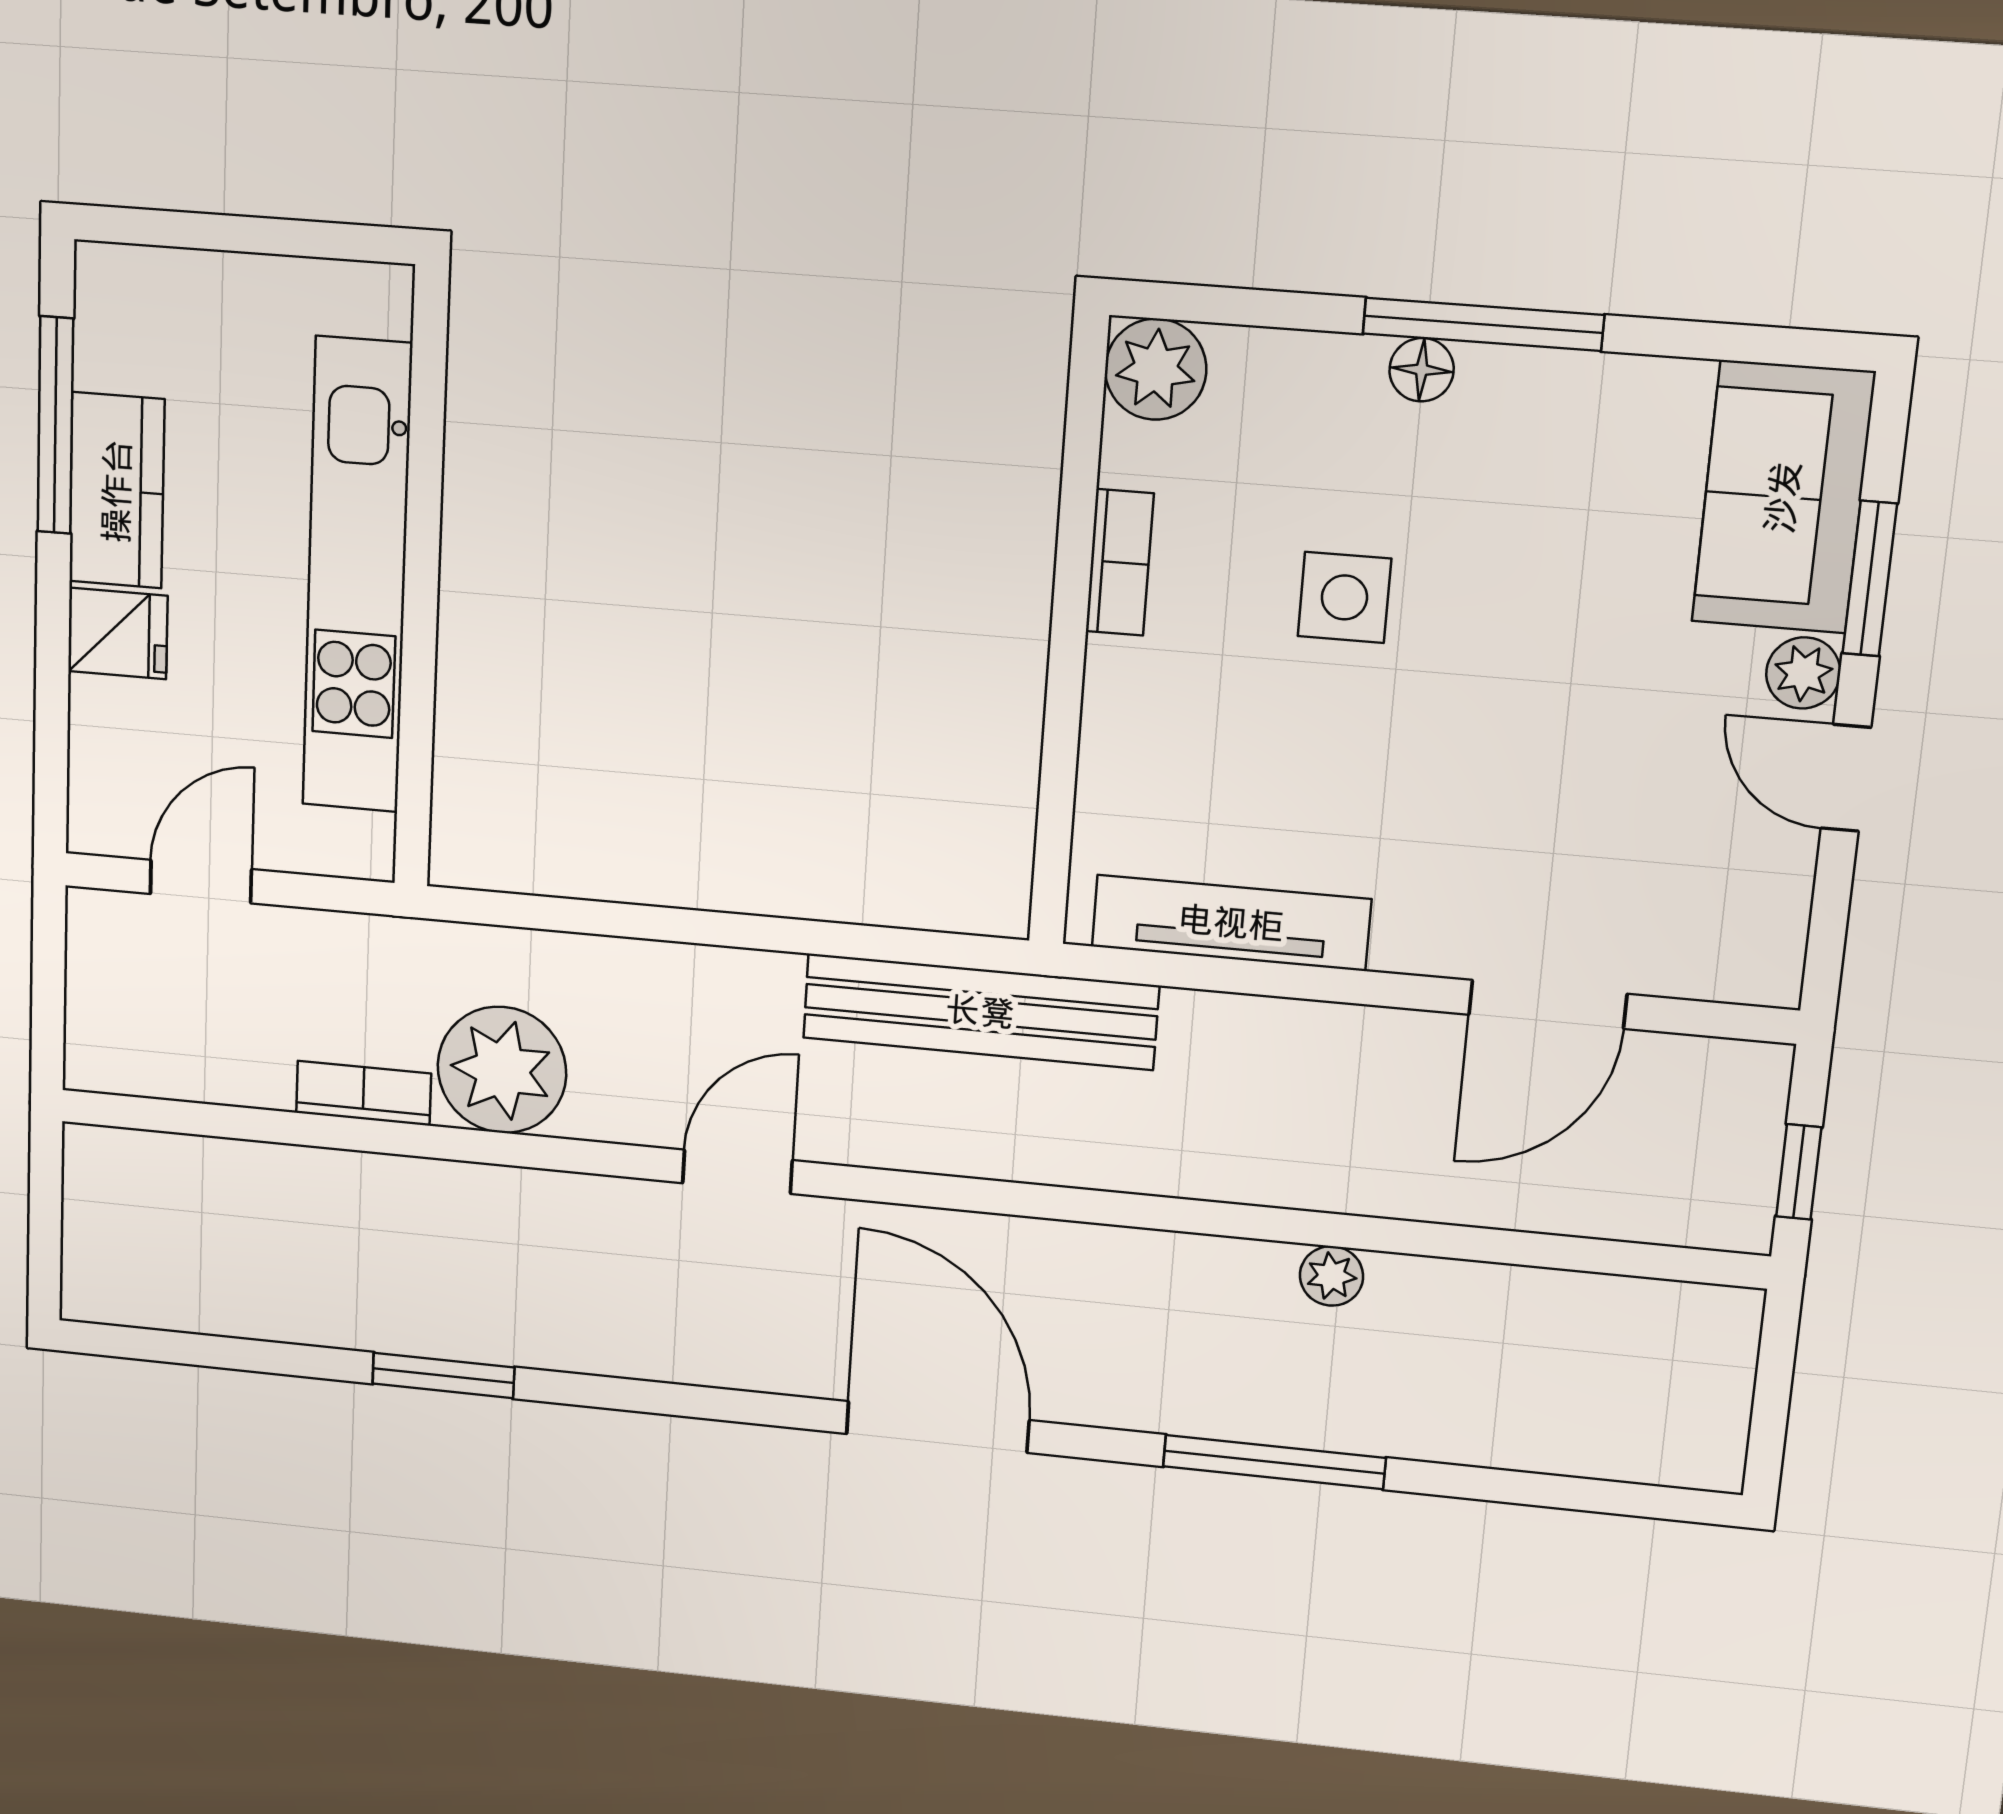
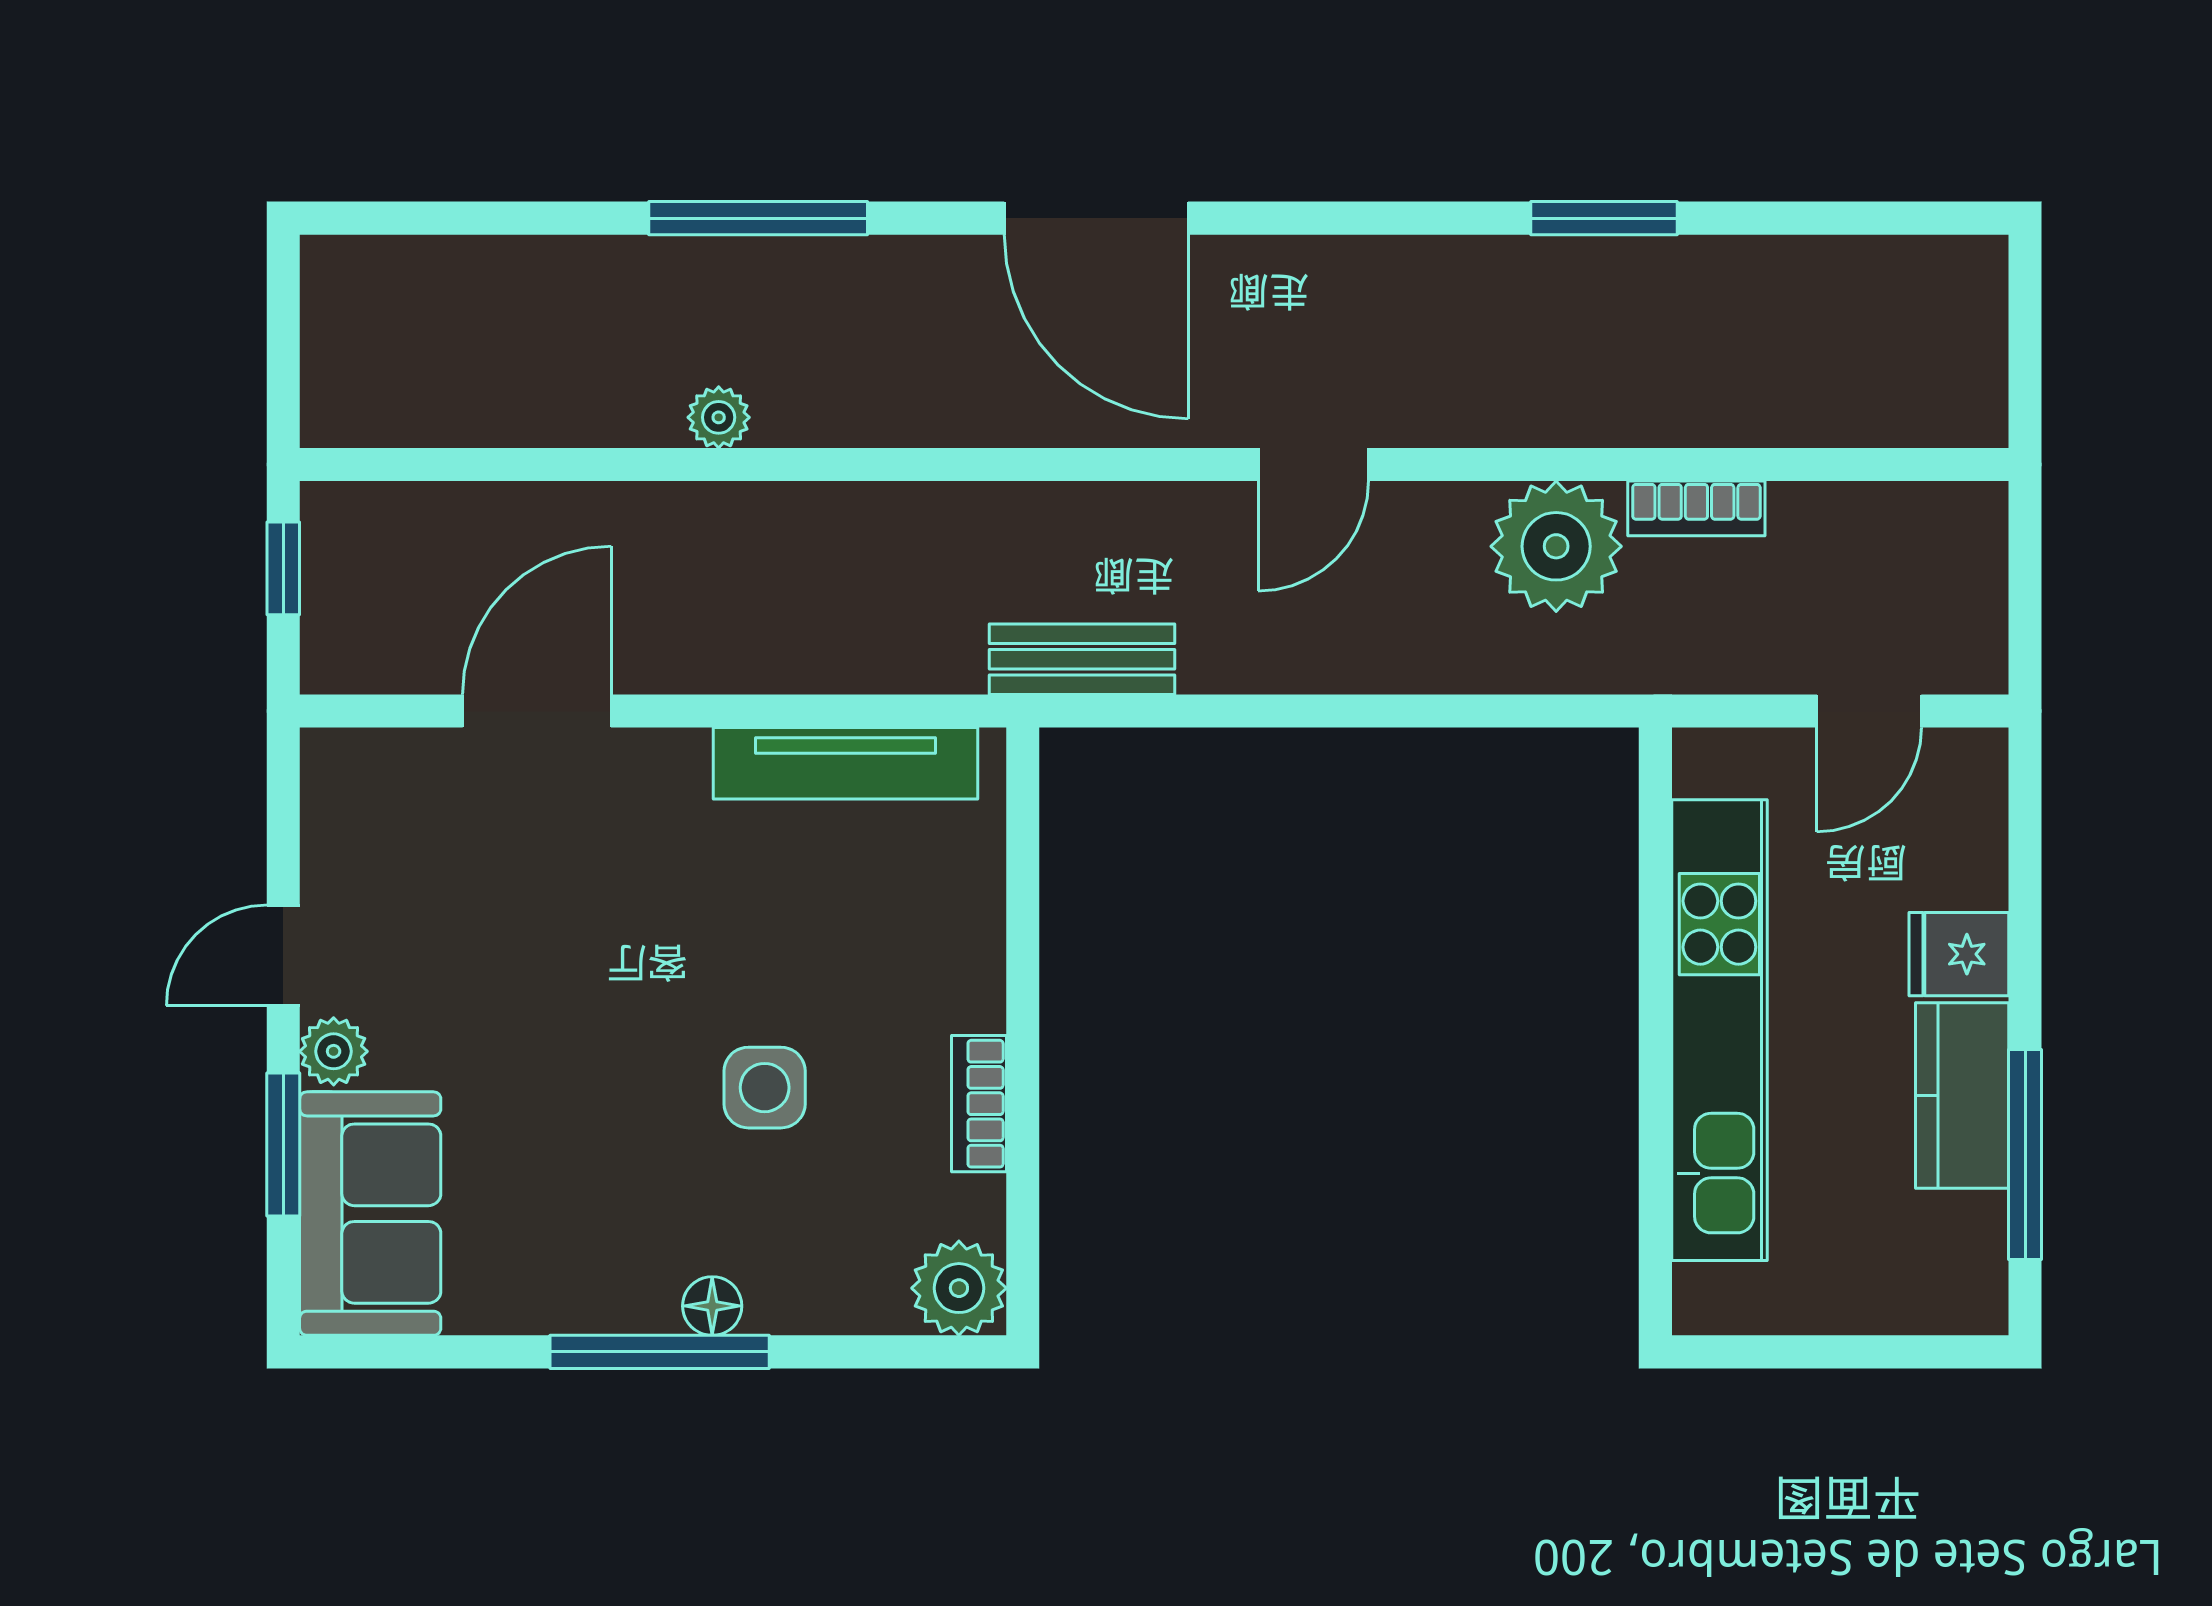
door: (1846, 778) -> (283, 955), swing flipped
bench: (980, 1012) -> (1082, 659), width x0.54, depth x0.82

